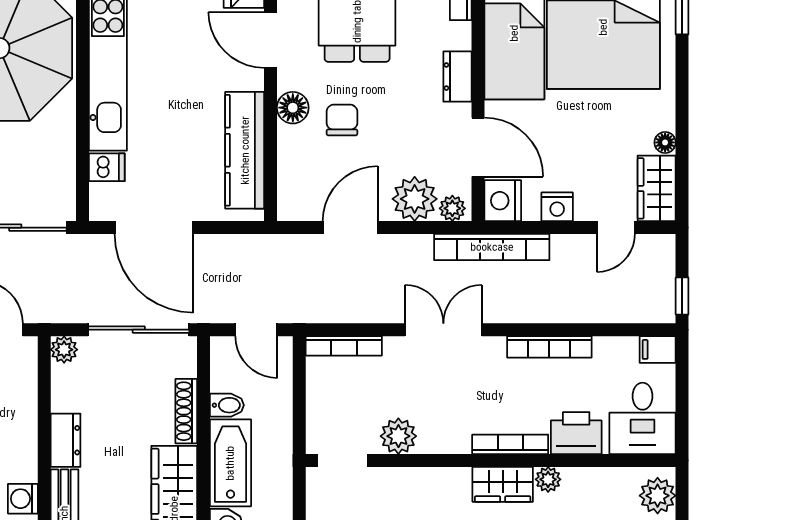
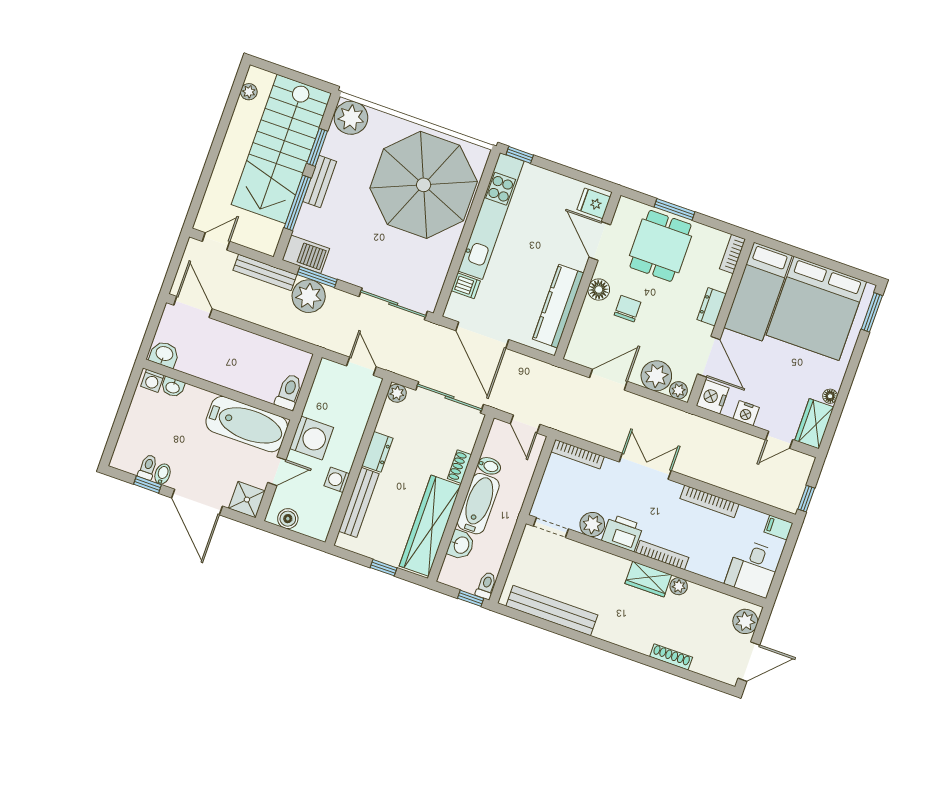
bookcase: (492, 247) -> (695, 424), removed
shoe rack: (186, 411) -> (459, 467), width x0.70
printer: (576, 433) -> (622, 533), moved

